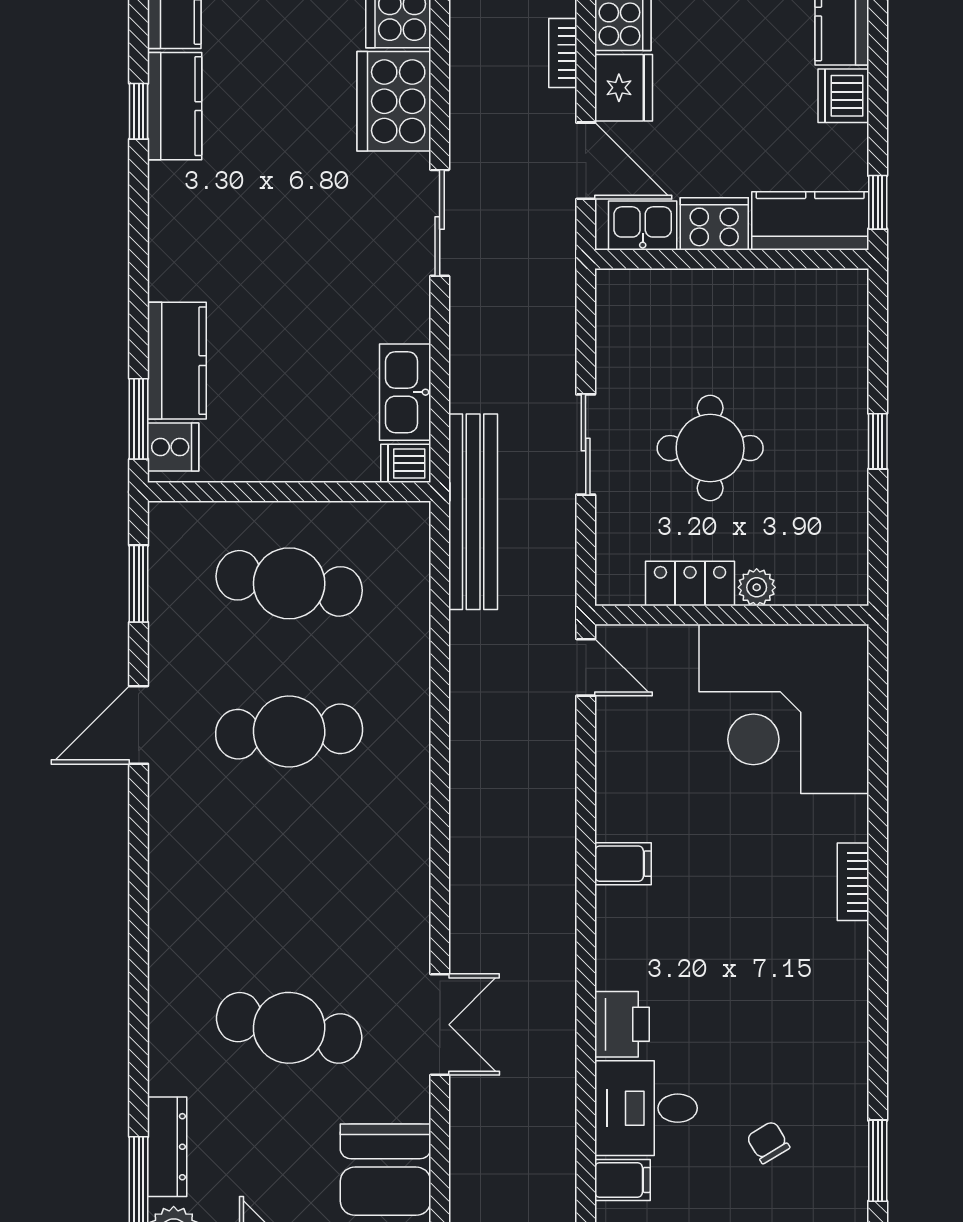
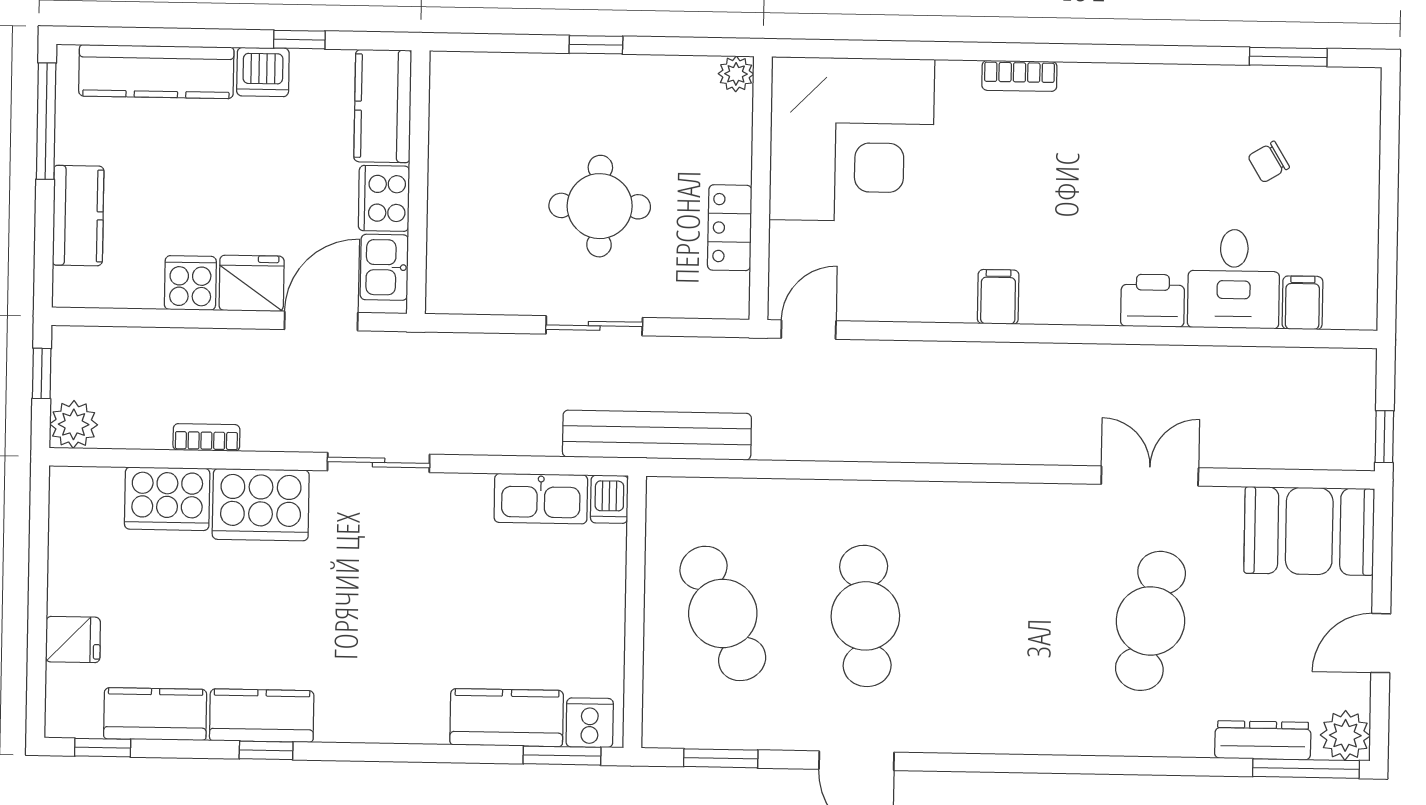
bookcase: (563, 53) -> (206, 437), moved, turned 180
window: (878, 202) -> (299, 40), moved
cafe table: (289, 583) -> (723, 613), turned -33
plant: (757, 587) -> (736, 74), moved

